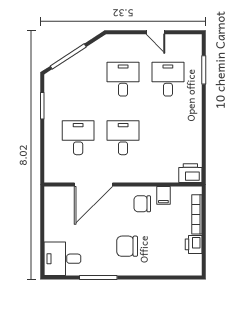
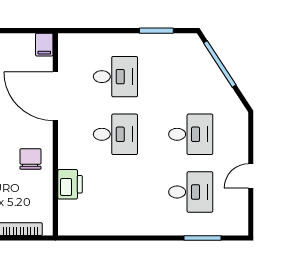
printer: (190, 173) -> (70, 184), moved
filing cabinet: (163, 195) -> (44, 45), moved, turned -90

